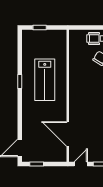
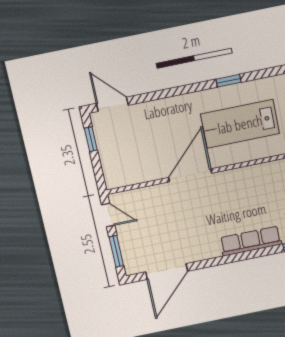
door: (68, 134) -> (190, 175), moved

